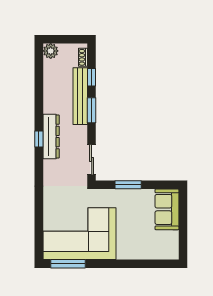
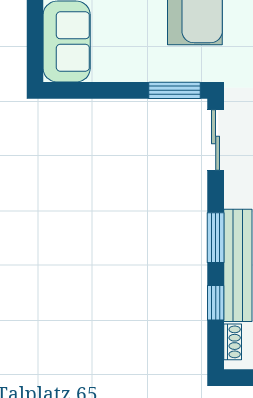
window: (128, 185) -> (174, 90), moved

